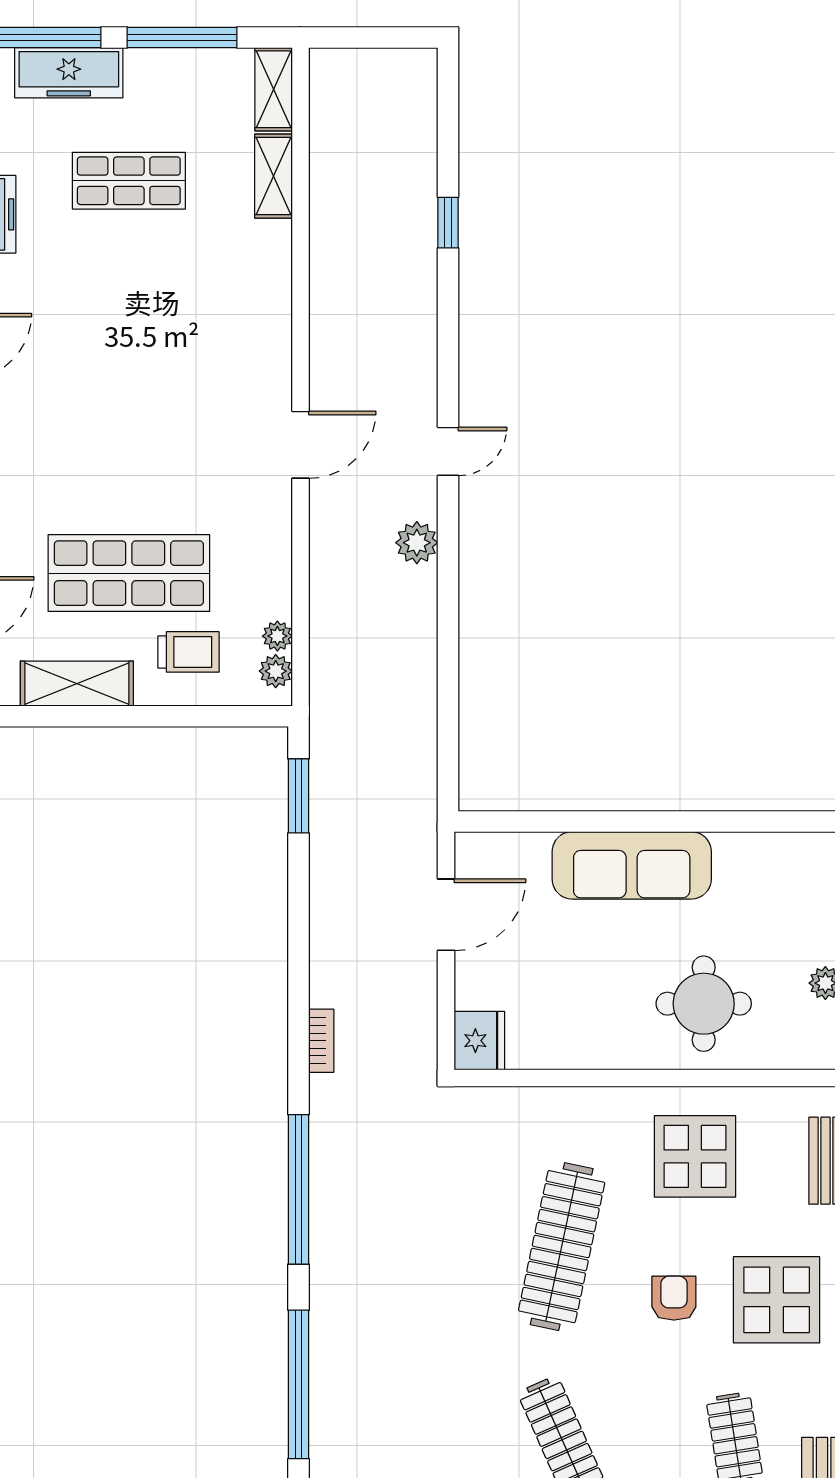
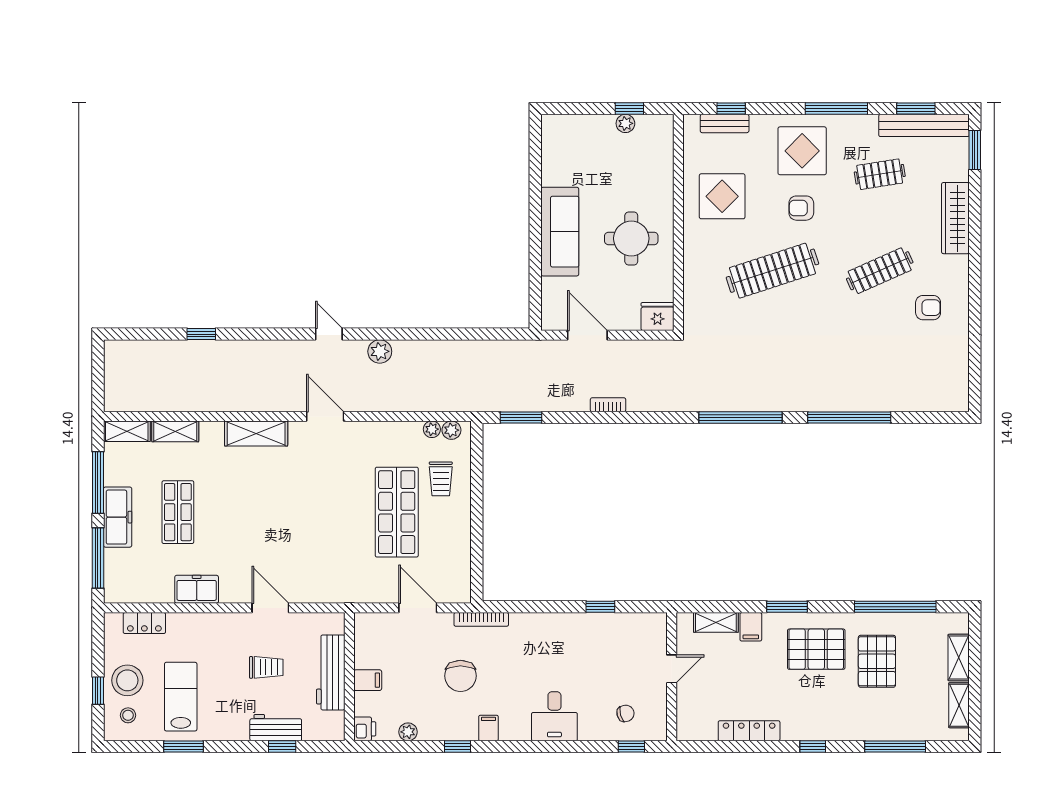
freezer: (69, 73) -> (118, 517), moved
trolley: (188, 652) -> (441, 479), turned 180
shelving: (77, 684) -> (256, 433), moved, turned 90
round table: (704, 1004) -> (631, 238), moved
bookcase: (321, 1041) -> (608, 405), moved
clothes rail: (562, 1247) -> (772, 271), turned -30

